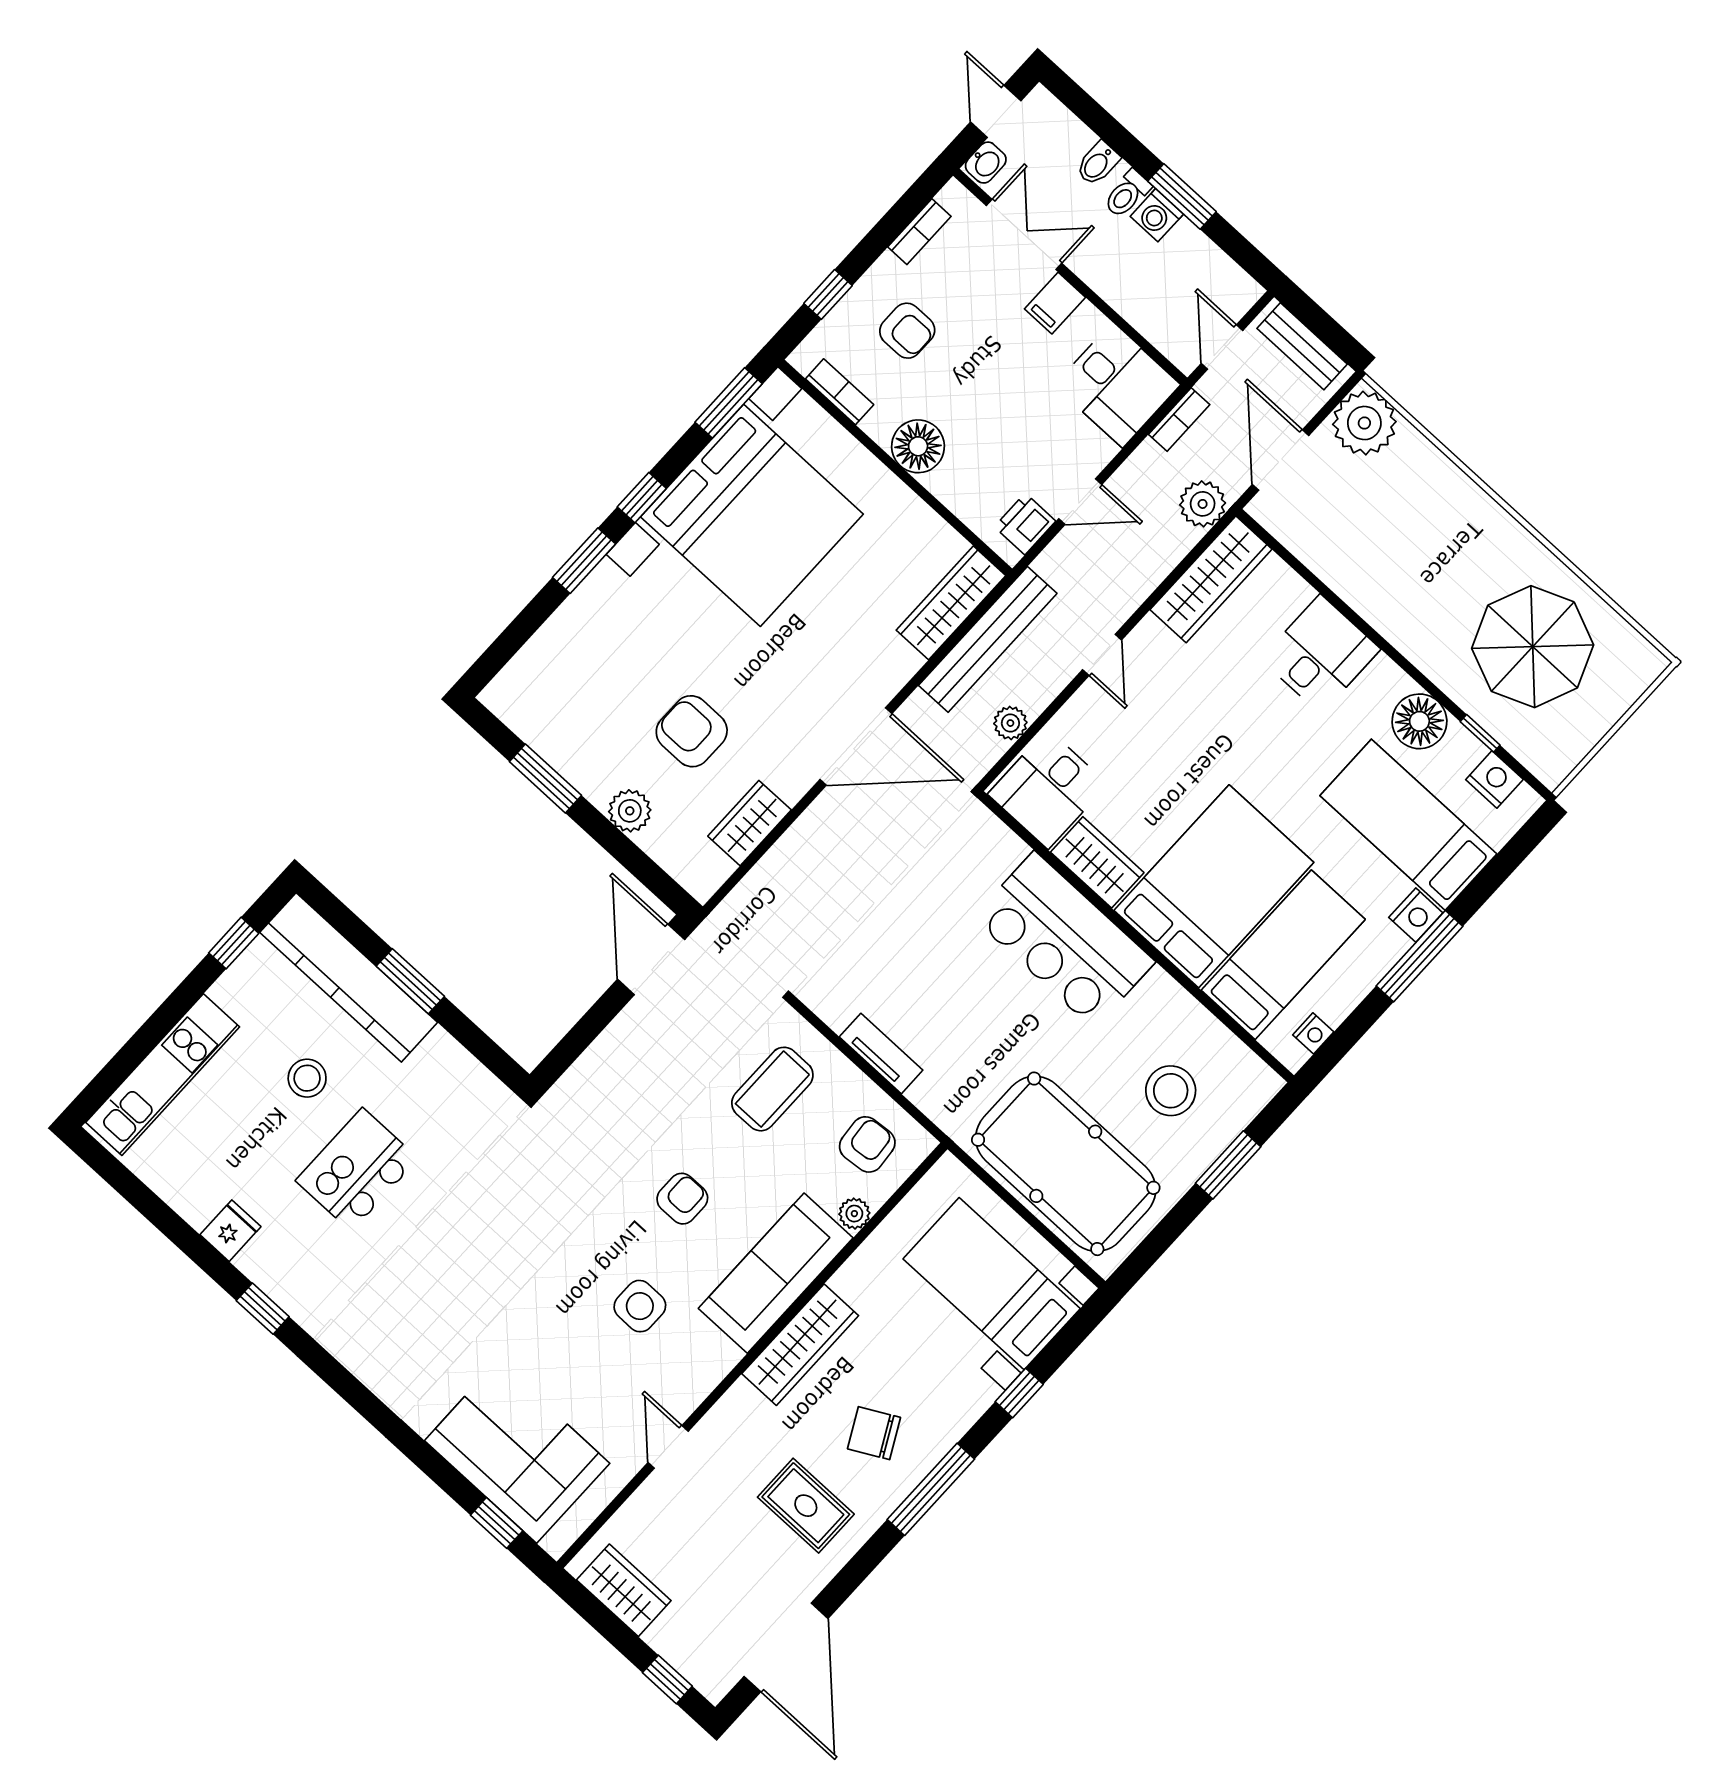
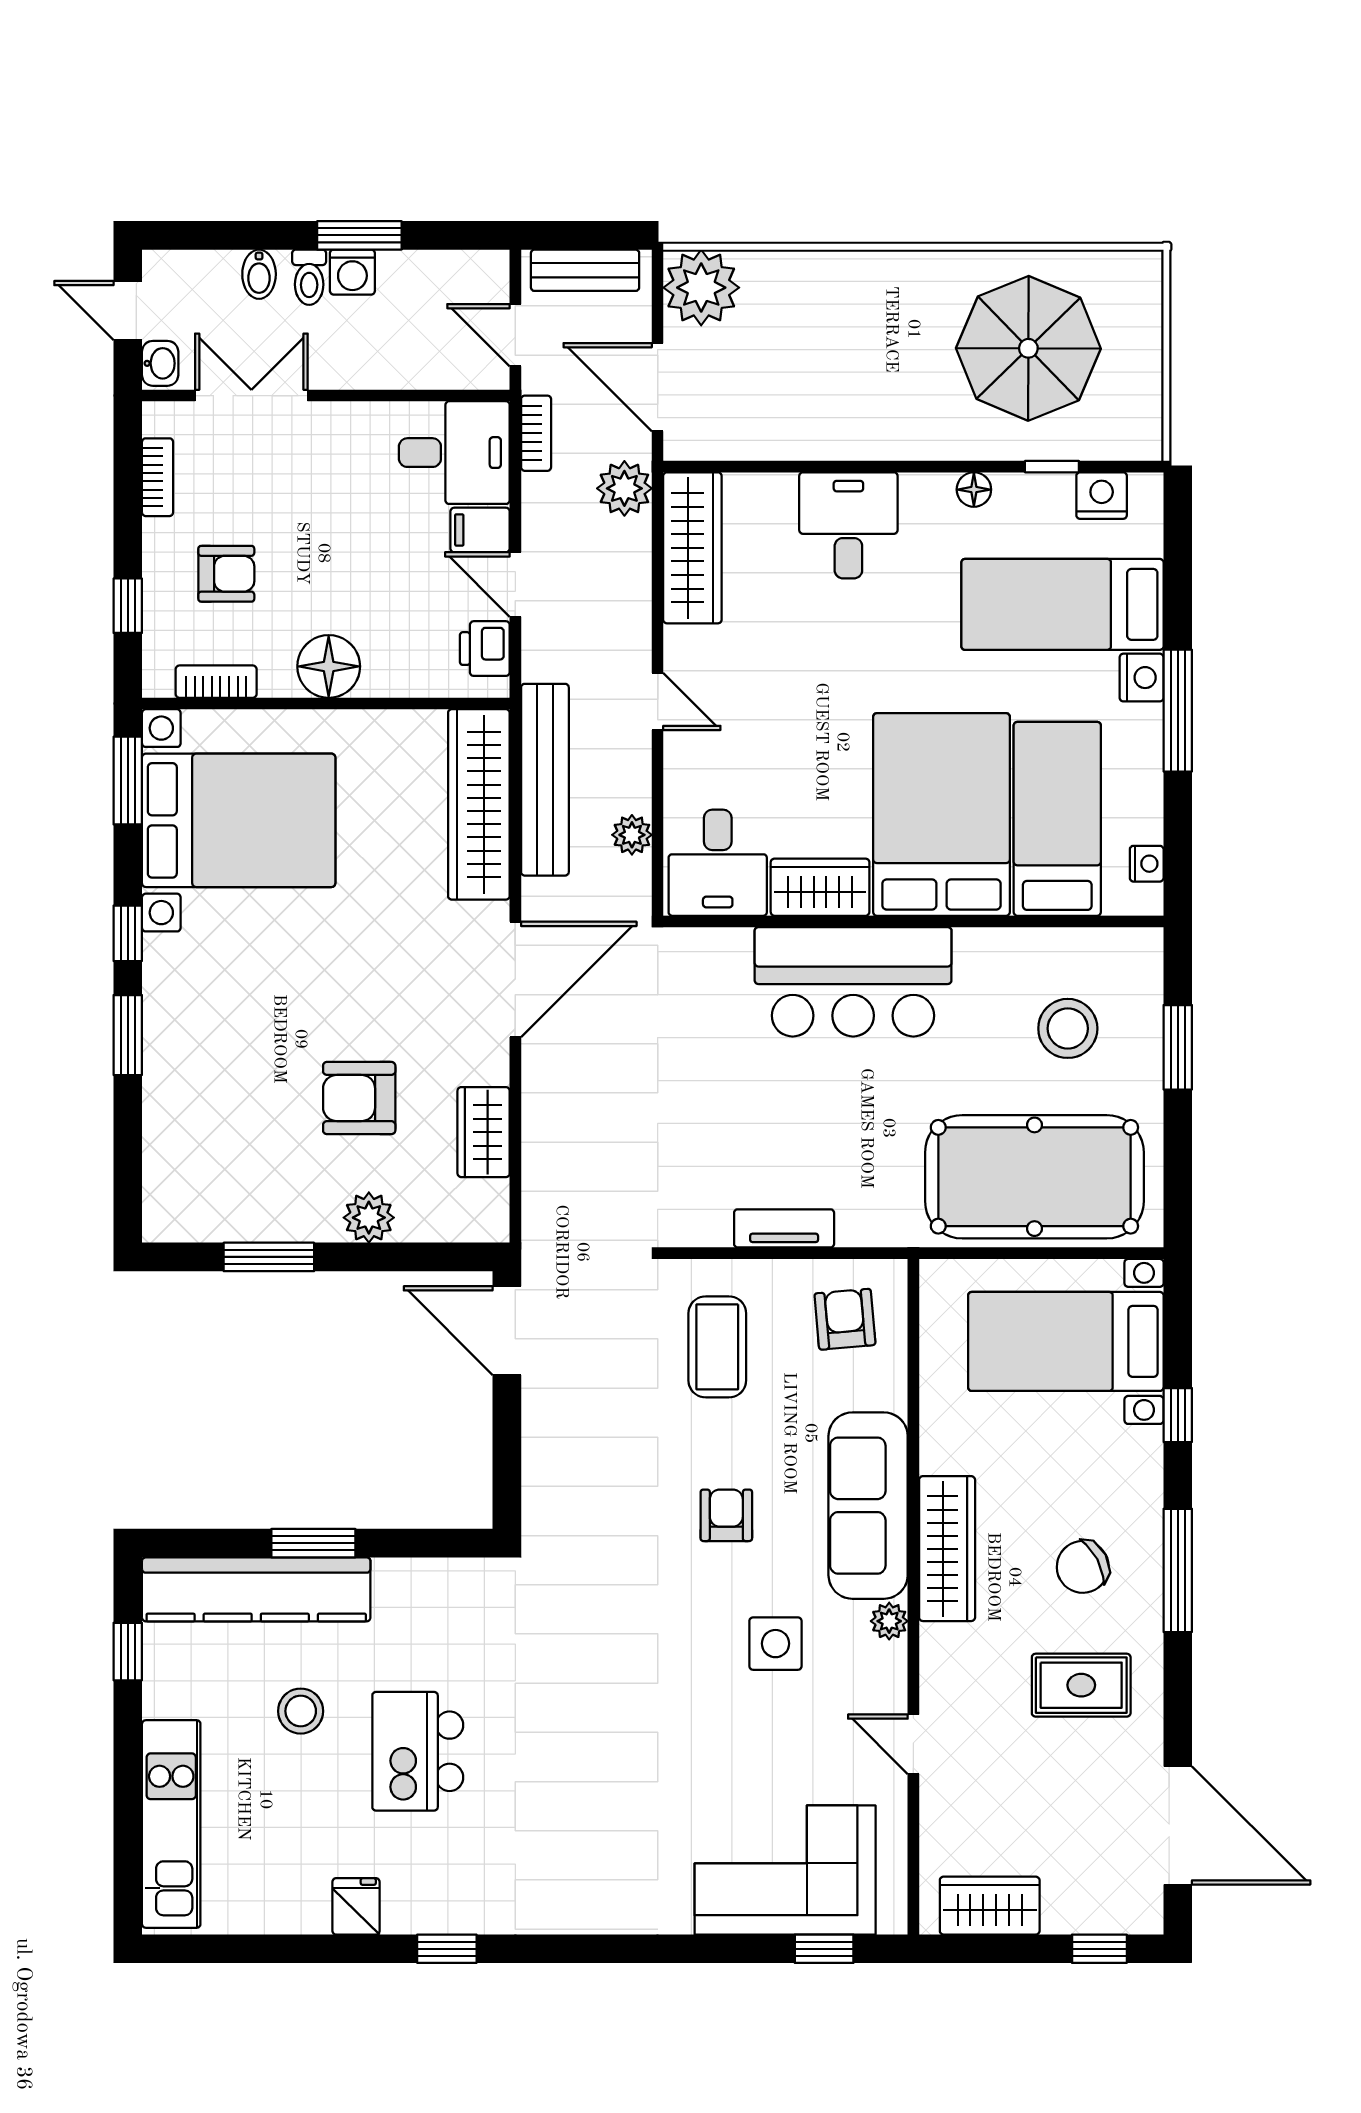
filing cabinet: (1055, 303) -> (480, 530), moved, turned 90
door: (1080, 502) -> (515, 585), swing flipped
bed with nightstands: (752, 515) -> (239, 820), width x0.73
wardrobe: (951, 603) -> (479, 804), width x1.40, depth x1.17
floor lamp: (1419, 721) -> (974, 490), width x0.53, depth x0.53
plant: (854, 1214) -> (889, 1621), moved

